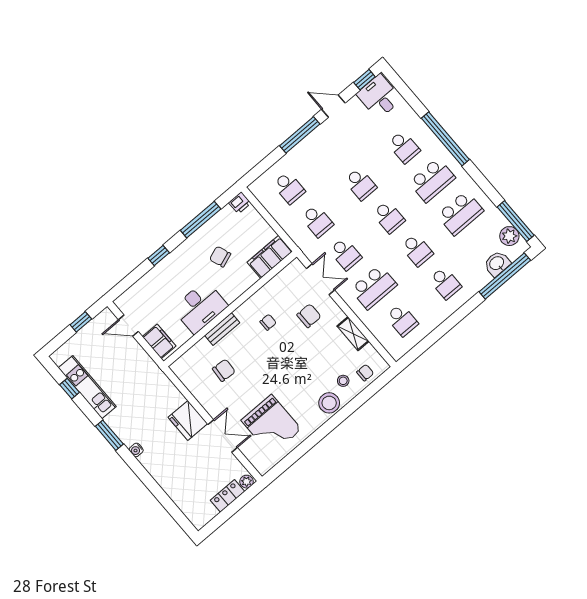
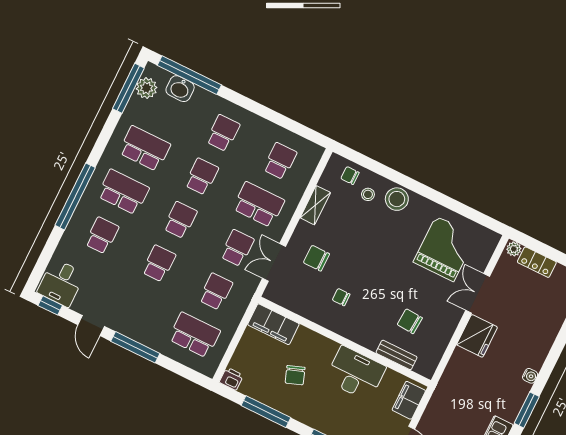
school desk: (289, 188) -> (194, 335), width x1.85
bench: (222, 329) -> (397, 355), moved

